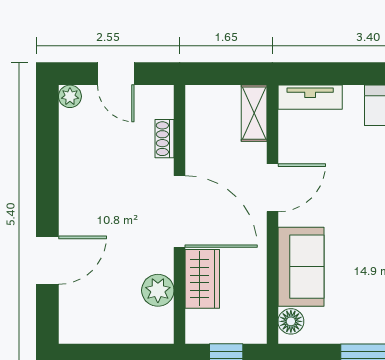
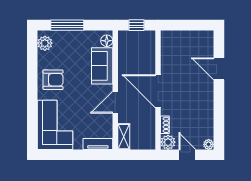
door: (47, 260) -> (219, 69), hinge flipped
wardrobe: (202, 279) -> (148, 60), removed
plant: (158, 290) -> (168, 142), moved

